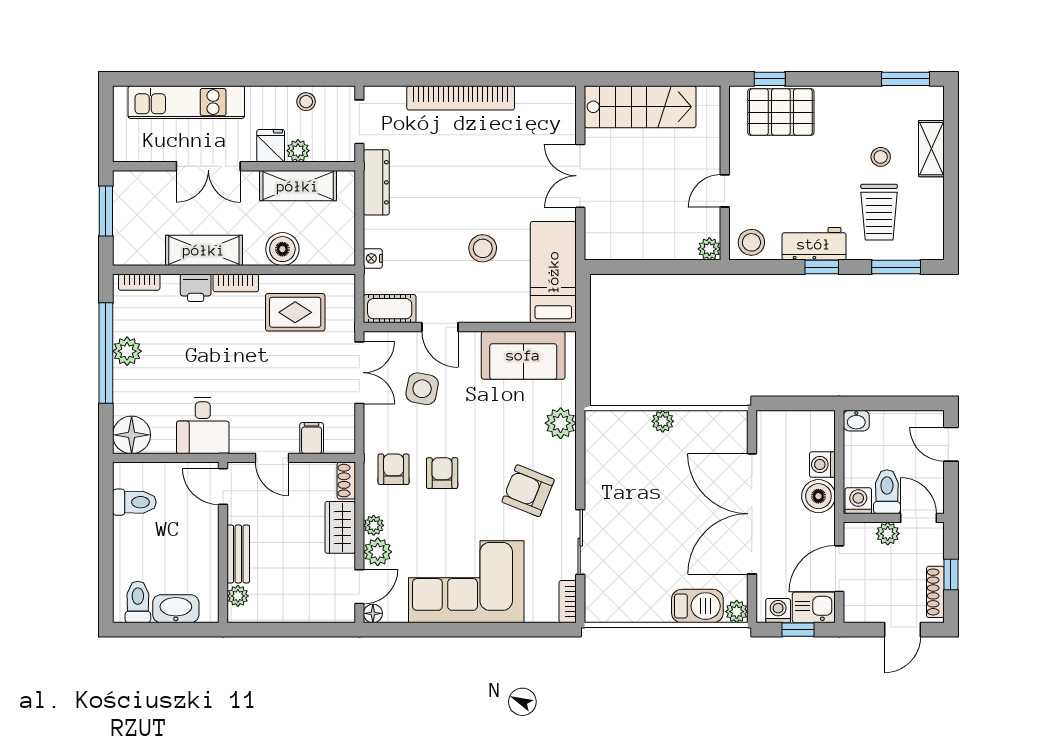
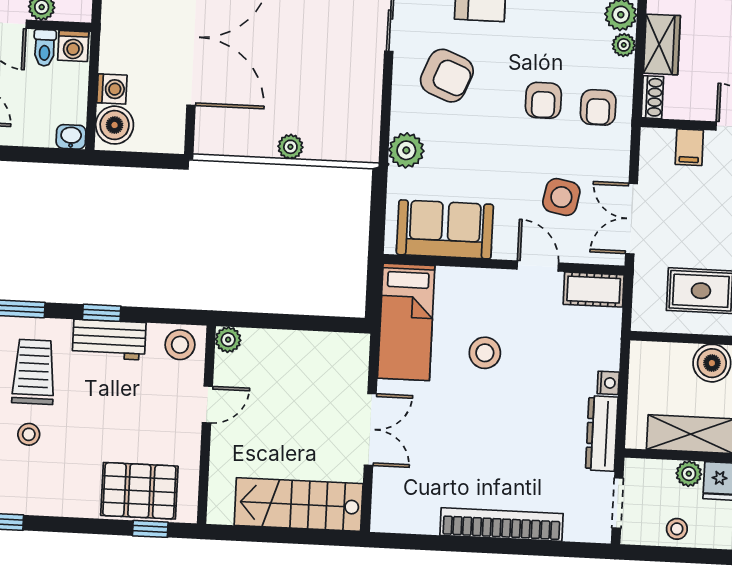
nightstand: (373, 258) -> (608, 383), moved
toilet: (887, 492) -> (45, 48), width x0.73, depth x0.72
boiler: (818, 496) -> (115, 125), moved

